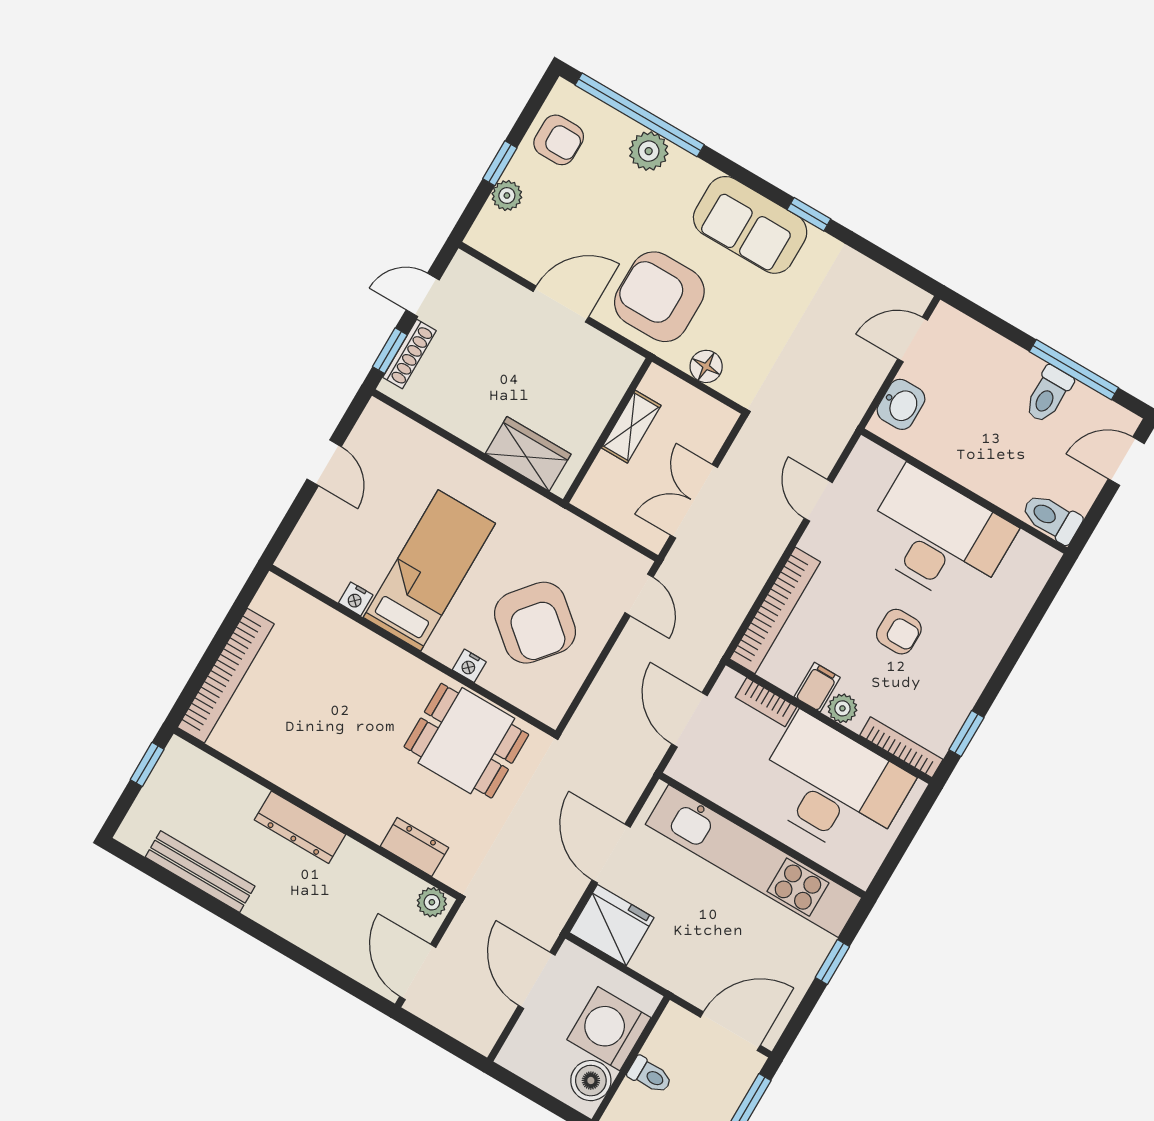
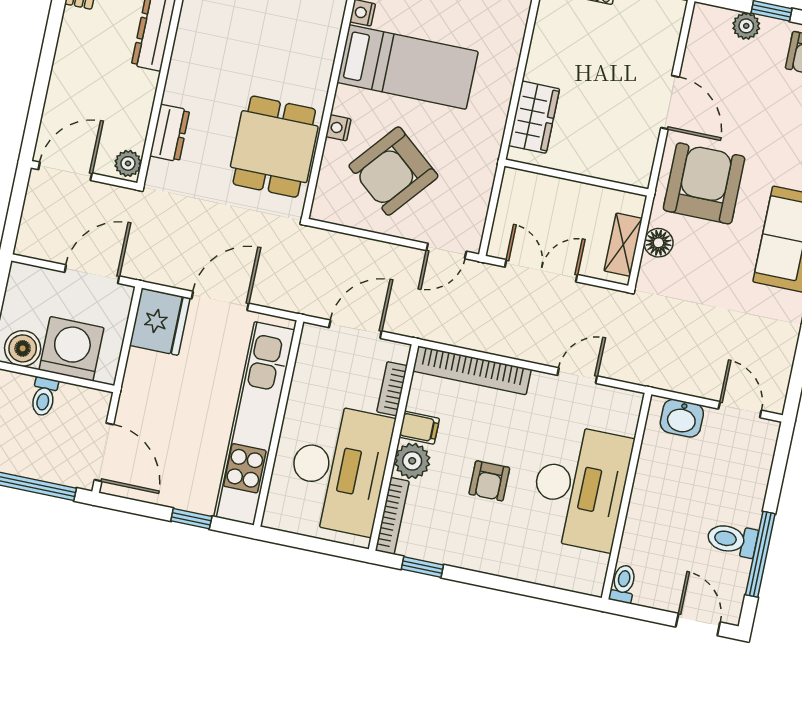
shelving: (631, 427) -> (623, 245), moved, turned 90
toilet: (1052, 518) -> (623, 584), width x0.73, depth x0.72
plant: (842, 708) -> (412, 461), width x1.38, depth x1.38

